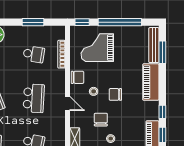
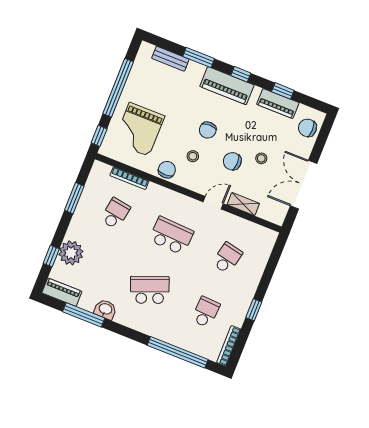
bench: (154, 45) -> (170, 59), width x0.73
window: (162, 52) -> (199, 57), moved
piano: (151, 82) -> (227, 86), moved
door: (67, 103) -> (213, 203), moved
window: (162, 112) -> (241, 74), moved

